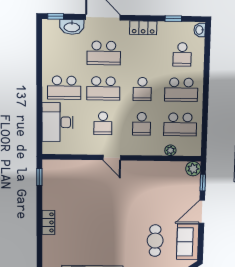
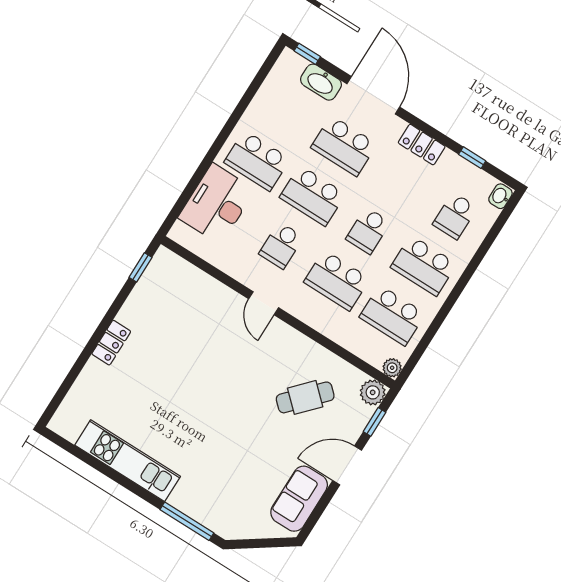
school desk: (142, 124) -> (337, 280), width x1.85
plant: (170, 150) -> (392, 368), moved
cafe table: (155, 241) -> (305, 397), moved, turned 43

